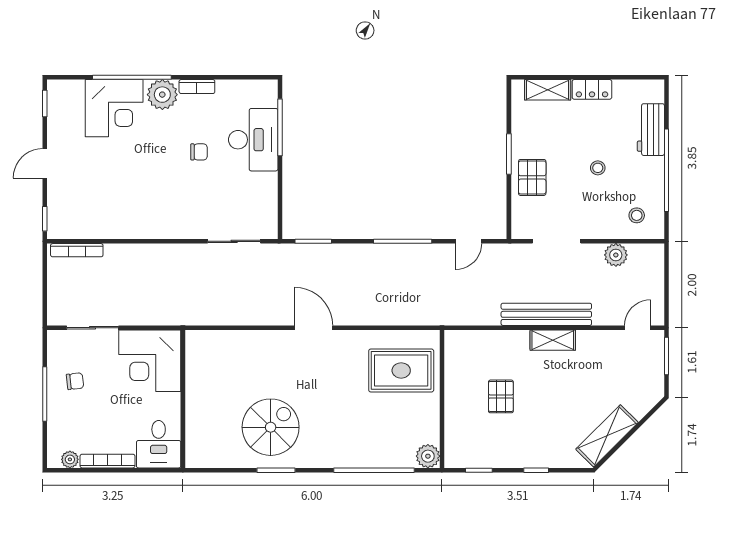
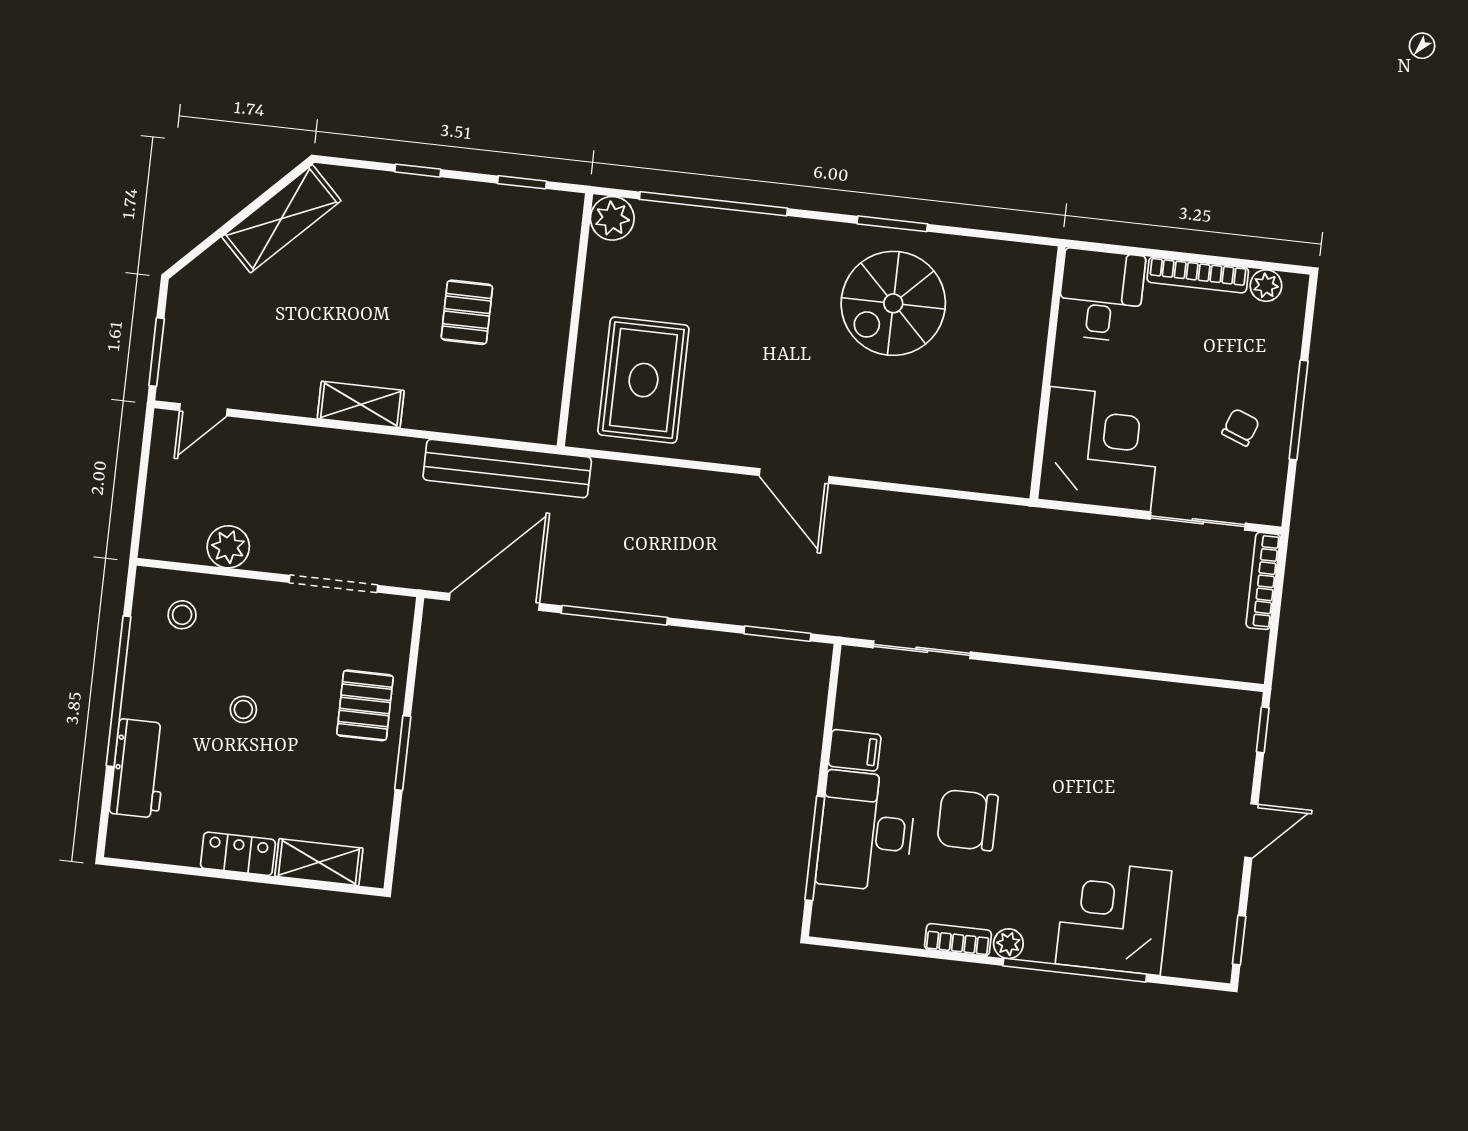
plant: (162, 95) -> (1008, 944), width x0.53, depth x0.53
chair: (199, 152) -> (968, 820), width x1.87, depth x1.87
filing cabinet: (264, 183) -> (855, 750), added
door: (468, 241) -> (494, 602), width x1.87
bookcase: (77, 250) -> (1263, 581), moved, turned -90
bench: (546, 314) -> (507, 469), moved
rug: (401, 370) -> (643, 380), turned 90
chair: (75, 381) -> (1241, 427), turned 117

